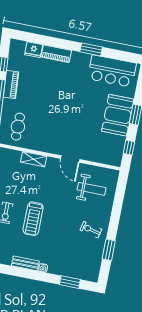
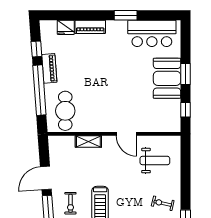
cafe table: (18, 127) -> (65, 111), width x1.37, depth x1.35

